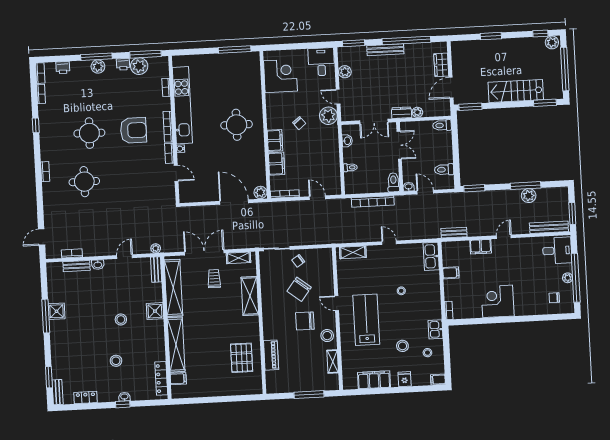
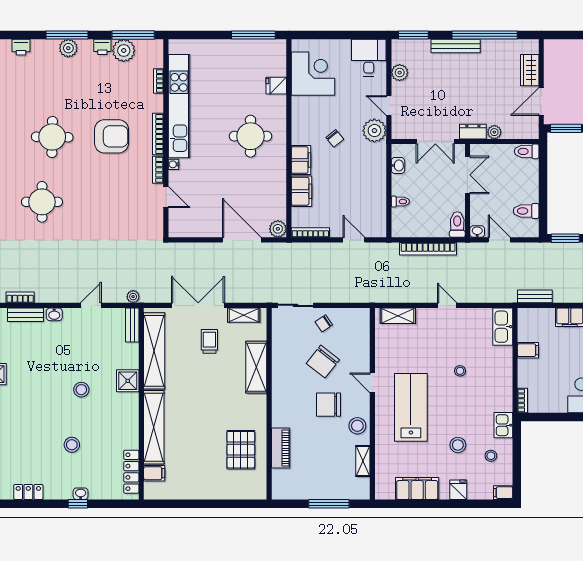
fridge: (254, 86) -> (276, 86), added

